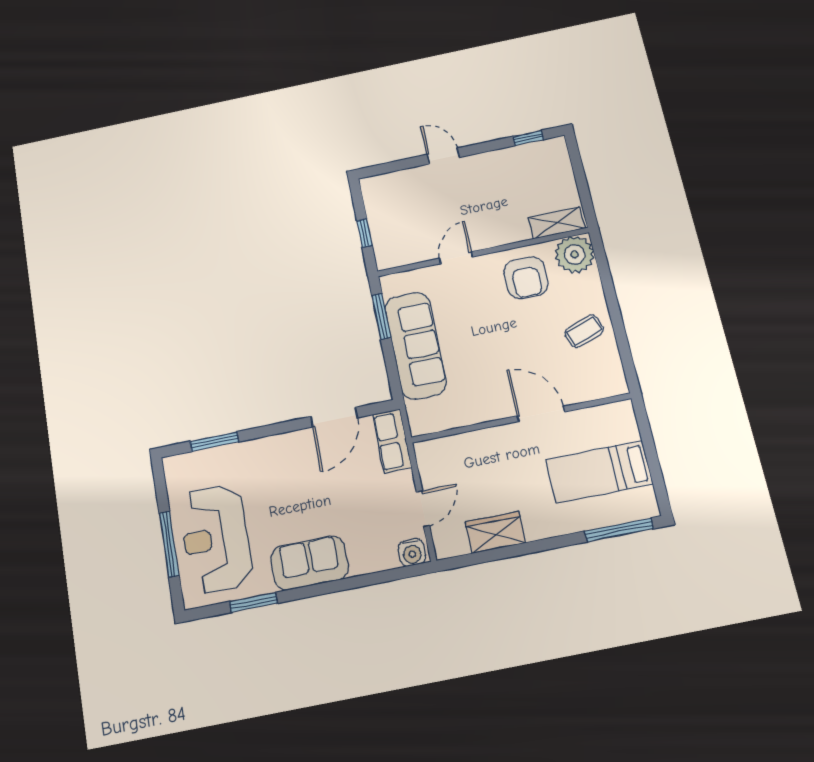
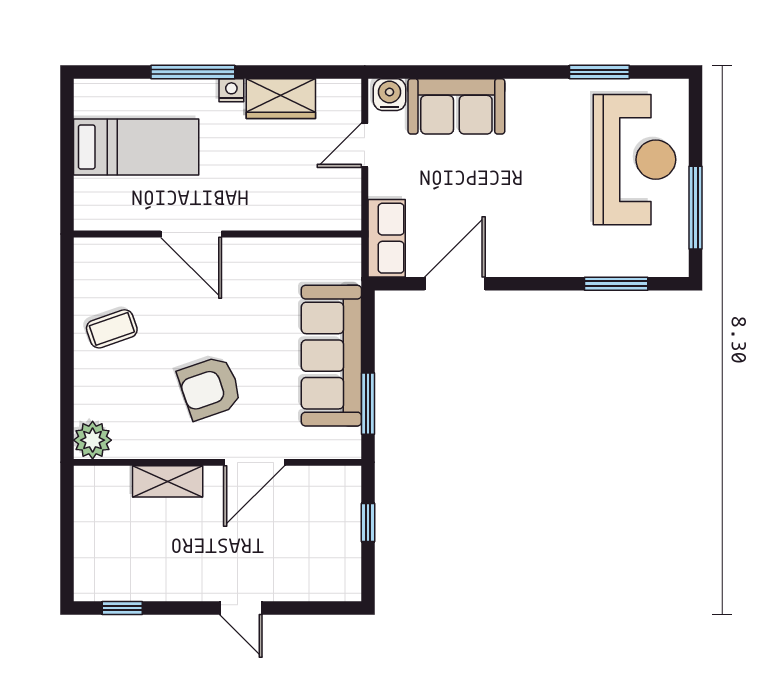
shelving: (557, 223) -> (168, 481), moved
plant: (575, 254) -> (93, 440), width x0.73, depth x0.73
door: (456, 258) -> (254, 462), width x1.38
armchair: (526, 278) -> (210, 388), moved, turned -109
window: (619, 530) -> (193, 72), moved
nightstand: (535, 531) -> (231, 90), added
window: (169, 544) -> (696, 208), moved
sofa: (310, 563) -> (456, 106), moved

